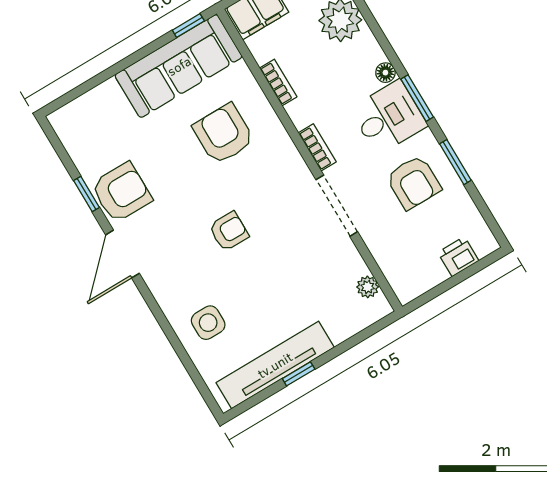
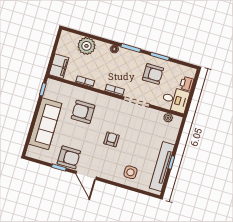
sofa: (179, 66) -> (45, 124), moved
desk: (389, 117) -> (175, 100), moved, turned 90
armchair: (121, 192) -> (69, 157), turned 90

